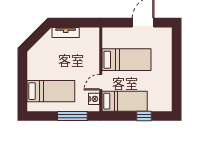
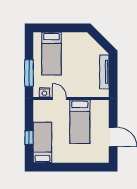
tv unit: (66, 32) -> (104, 72), width x1.41
bed: (125, 101) -> (42, 142), moved, turned 180

